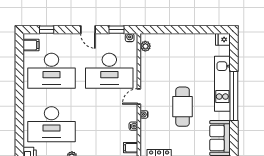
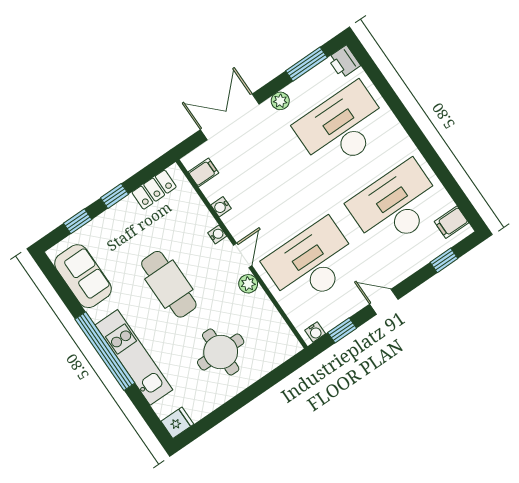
plant: (145, 46) -> (248, 284), moved
round table: (180, 59) -> (221, 352), added

